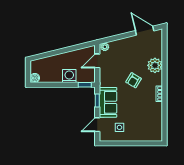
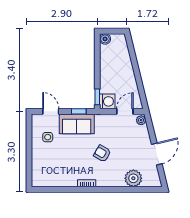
door: (145, 31) -> (157, 154), moved
door: (97, 61) -> (125, 111), hinge flipped
plant: (155, 65) -> (133, 178), moved
washing machine: (69, 76) -> (107, 101), moved

